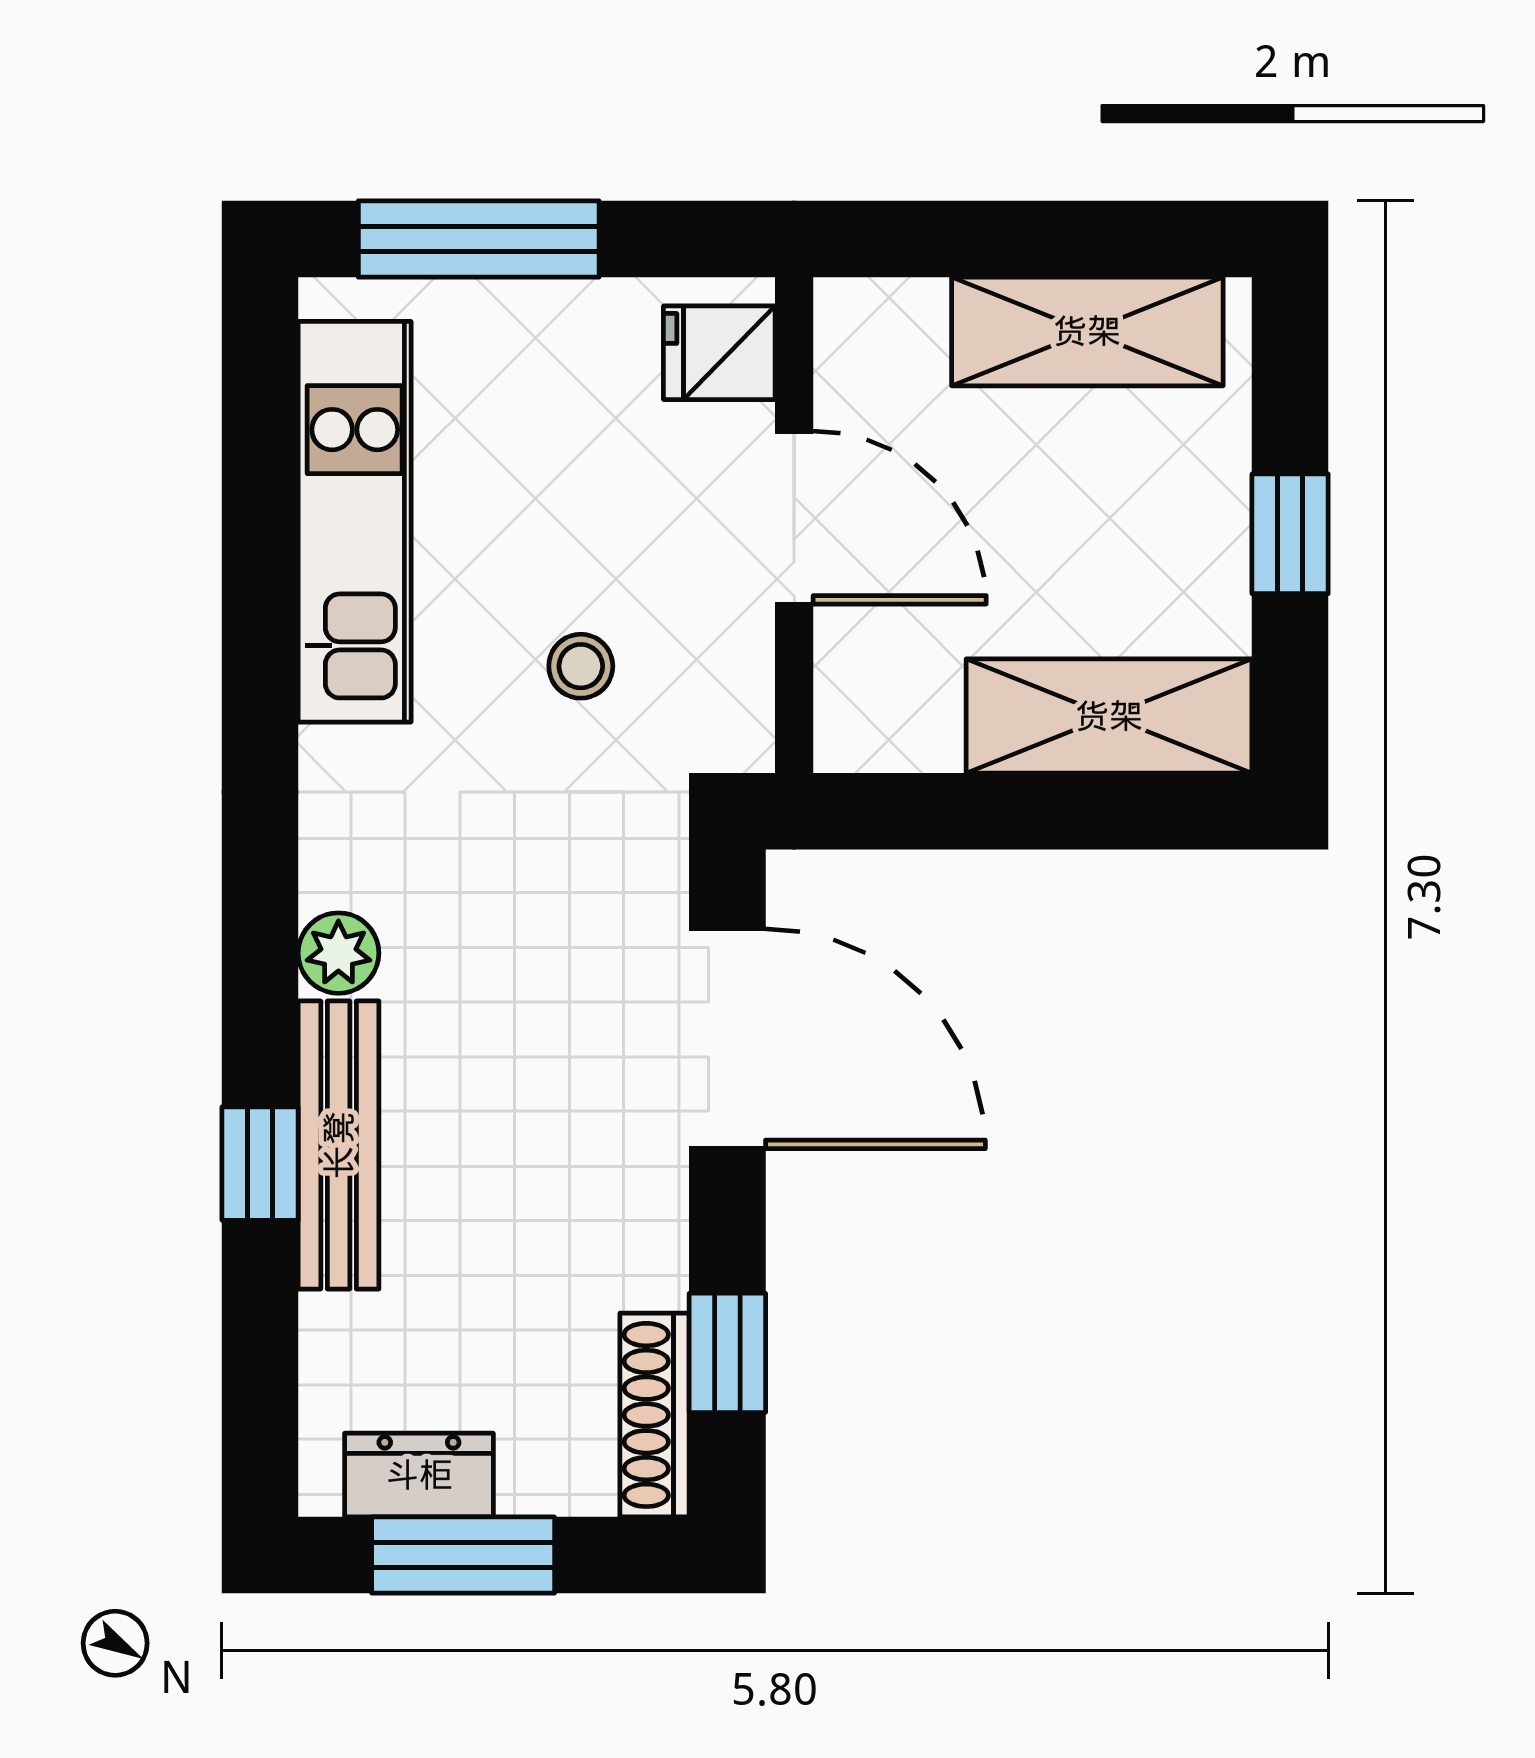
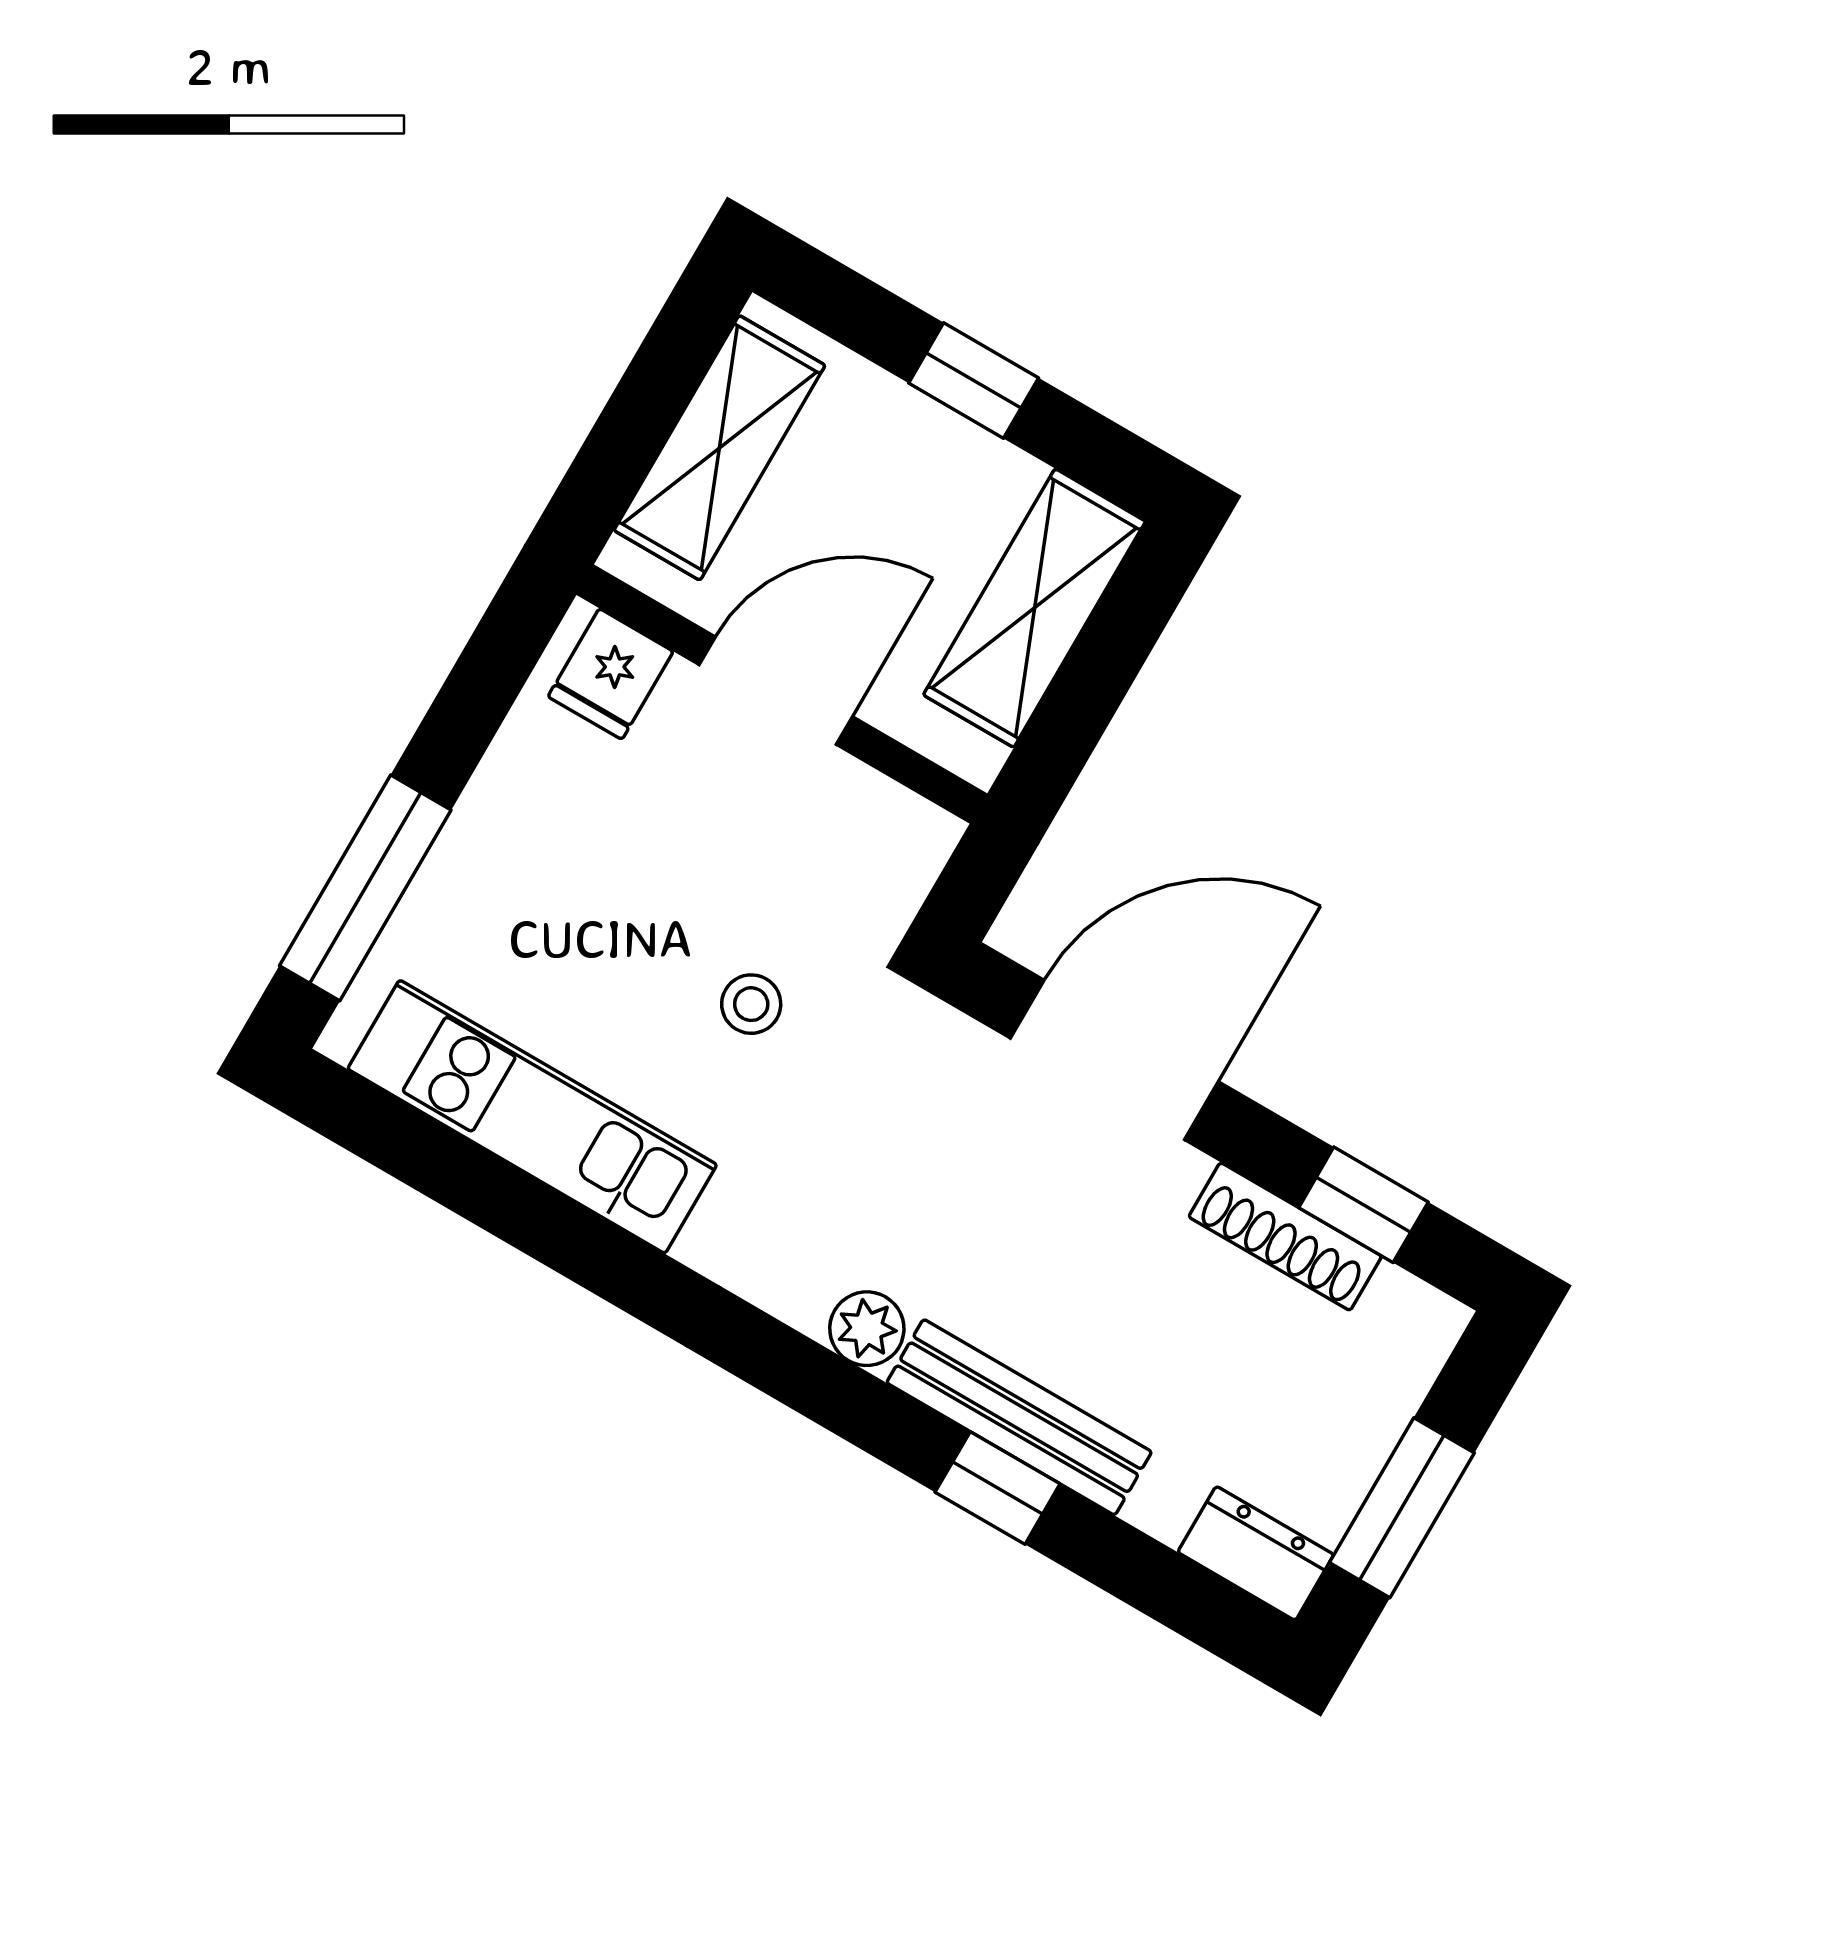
fridge: (719, 353) -> (611, 674), moved
door: (794, 518) -> (776, 691), moved
wall: (794, 525) -> (782, 694), moved
shoe rack: (655, 1415) -> (1285, 1237), moved
dresser: (419, 1475) -> (1256, 1553), moved, turned 90

